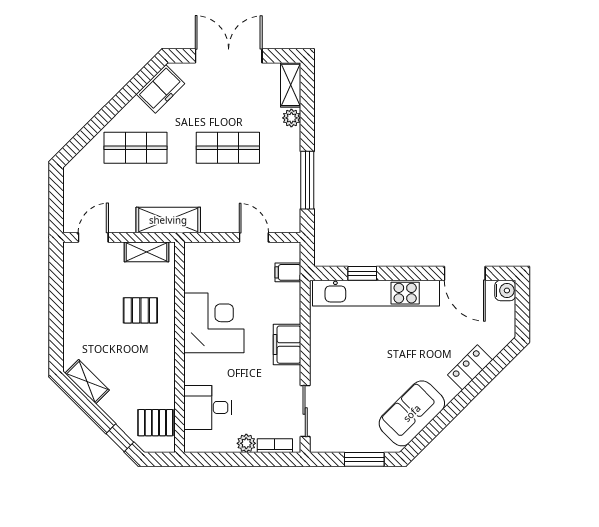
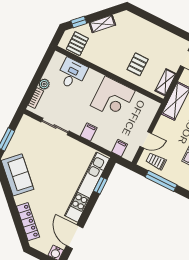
trolley: (280, 204) -> (156, 161), added
door: (465, 273) -> (75, 237), hinge flipped
filing cabinet: (287, 345) -> (89, 132), width x0.50
locker: (470, 367) -> (28, 222), width x1.53
shelving: (87, 382) -> (102, 24), moved
sliding door: (305, 411) -> (55, 126), moved

